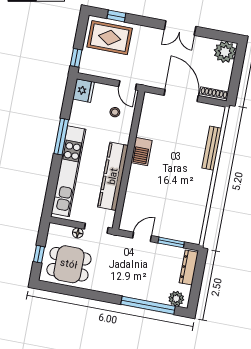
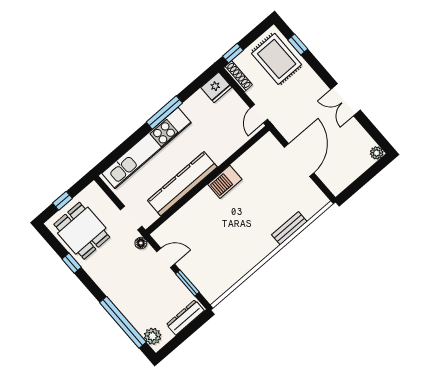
plant: (225, 52) -> (377, 153), width x0.53, depth x0.53
shoe rack: (214, 94) -> (238, 76), moved
stool: (115, 112) -> (229, 128), removed
bench: (212, 148) -> (289, 228), width x0.73
floor lamp: (78, 233) -> (141, 243), moved
window: (80, 292) -> (72, 263), added

